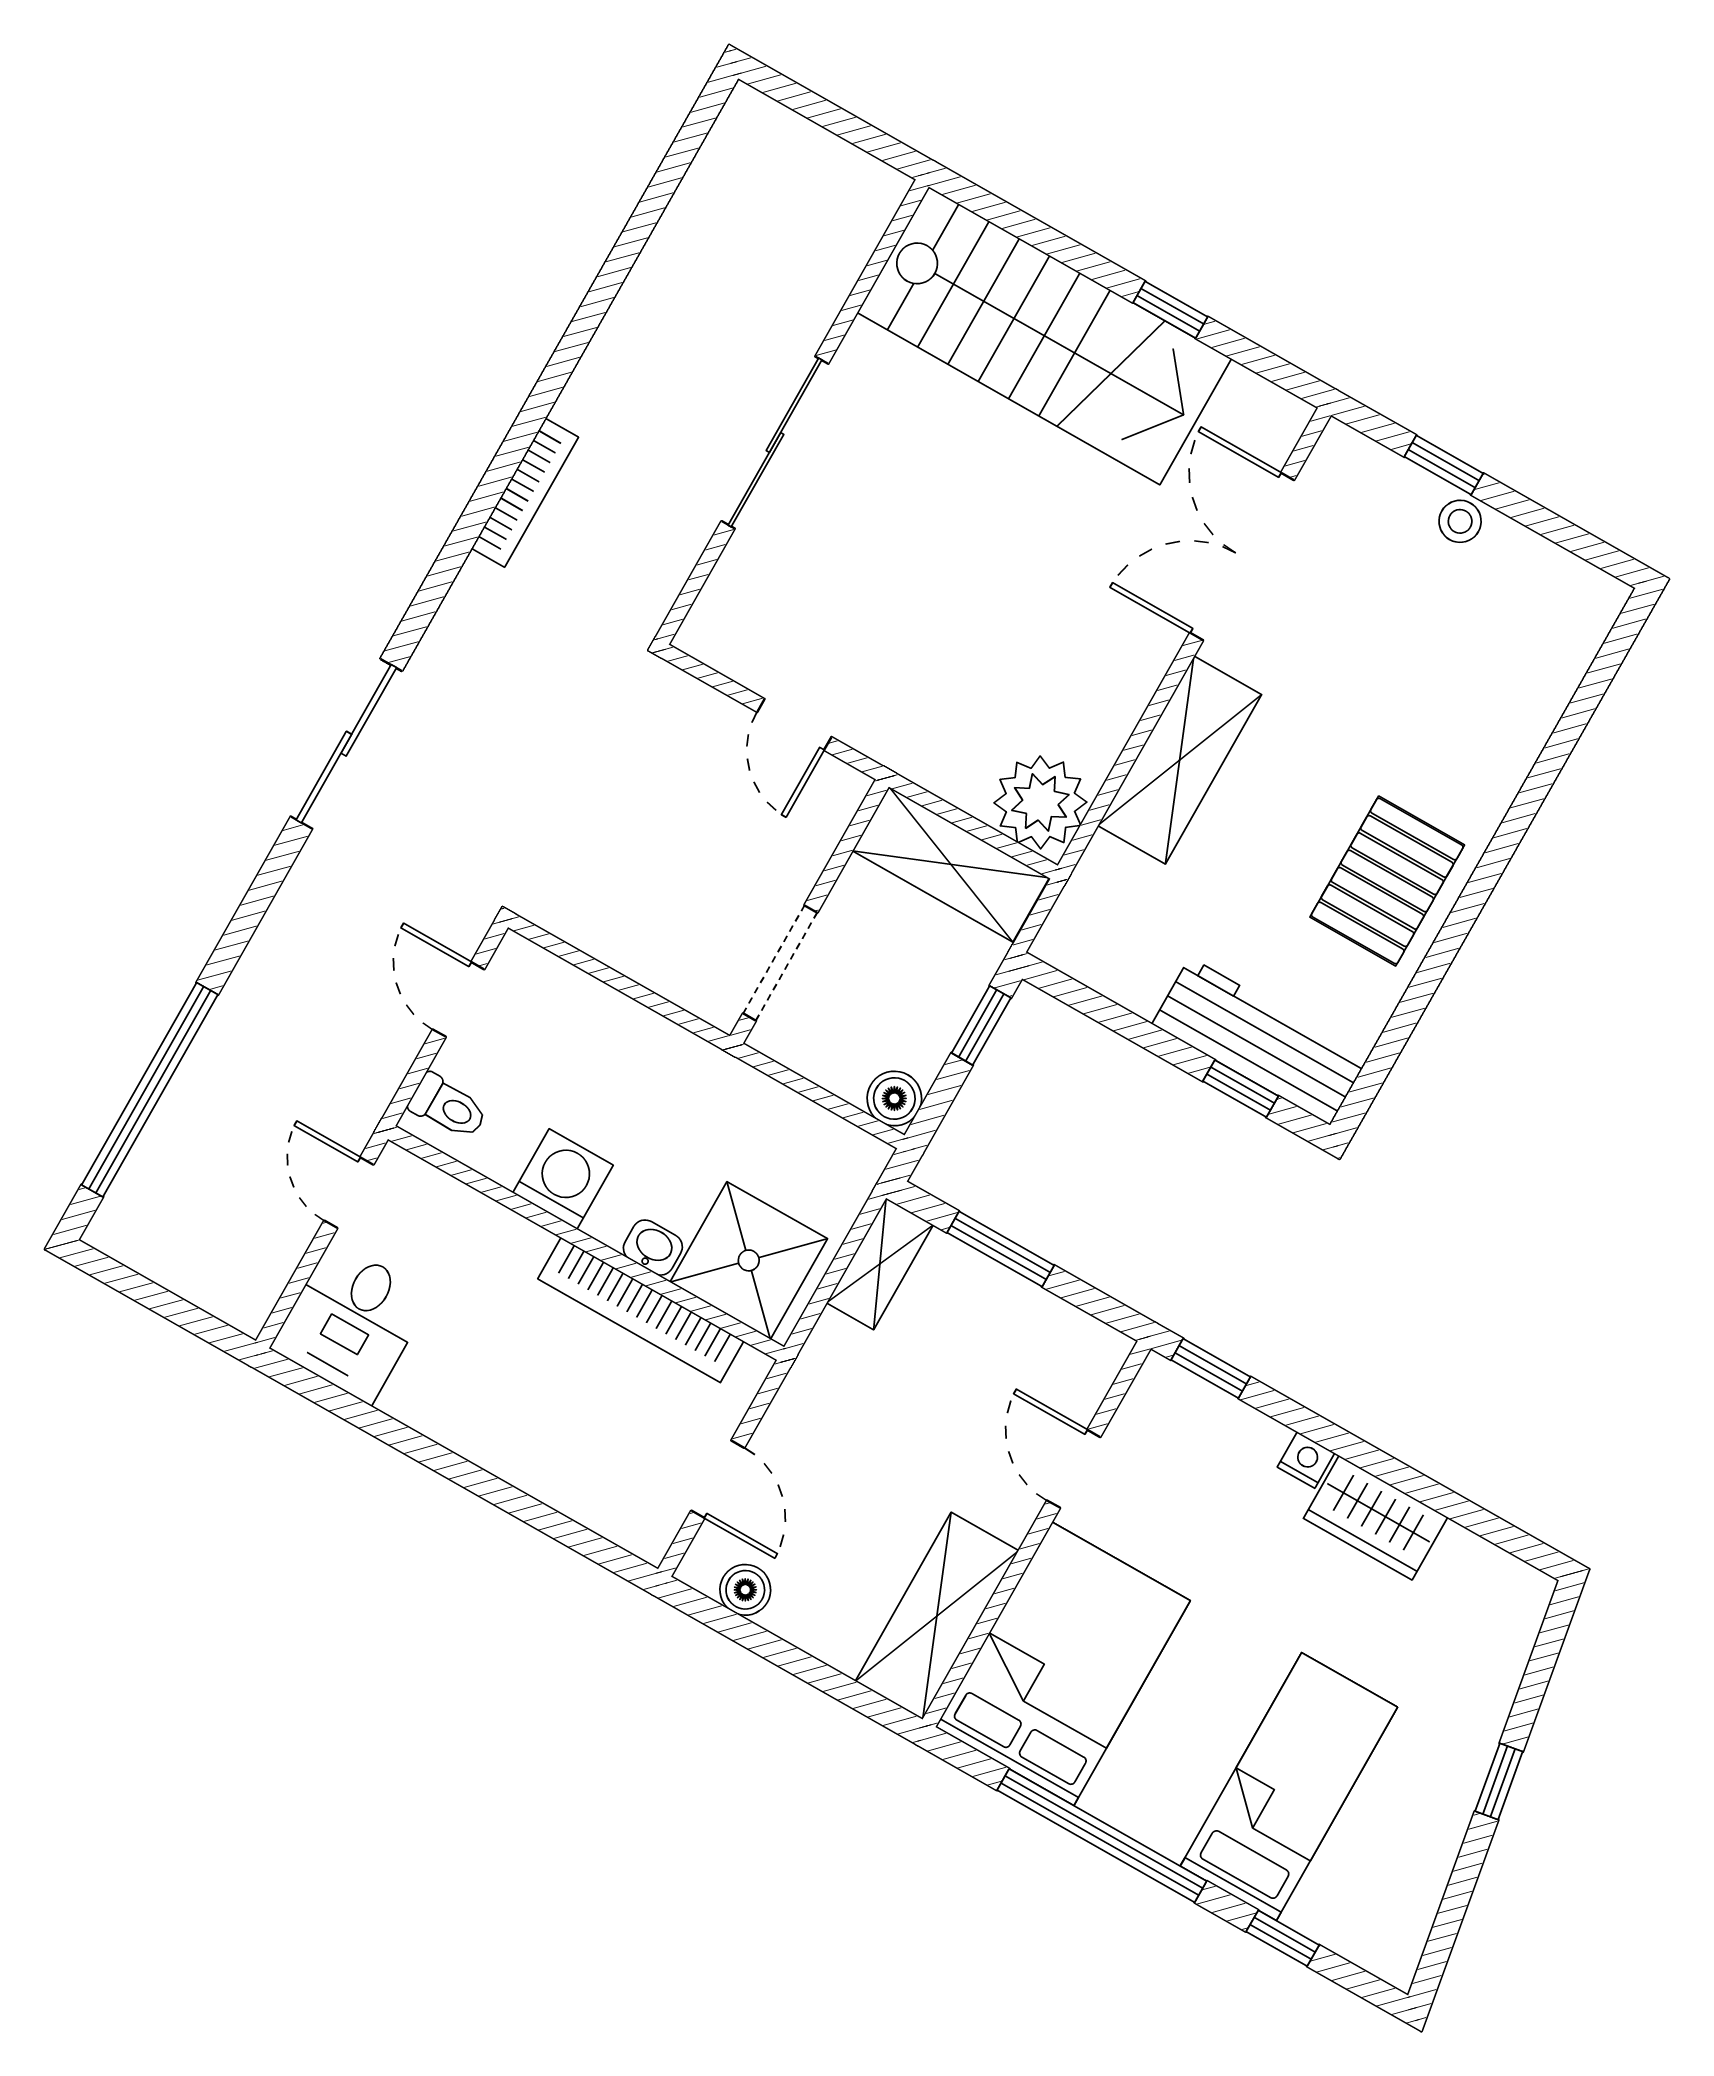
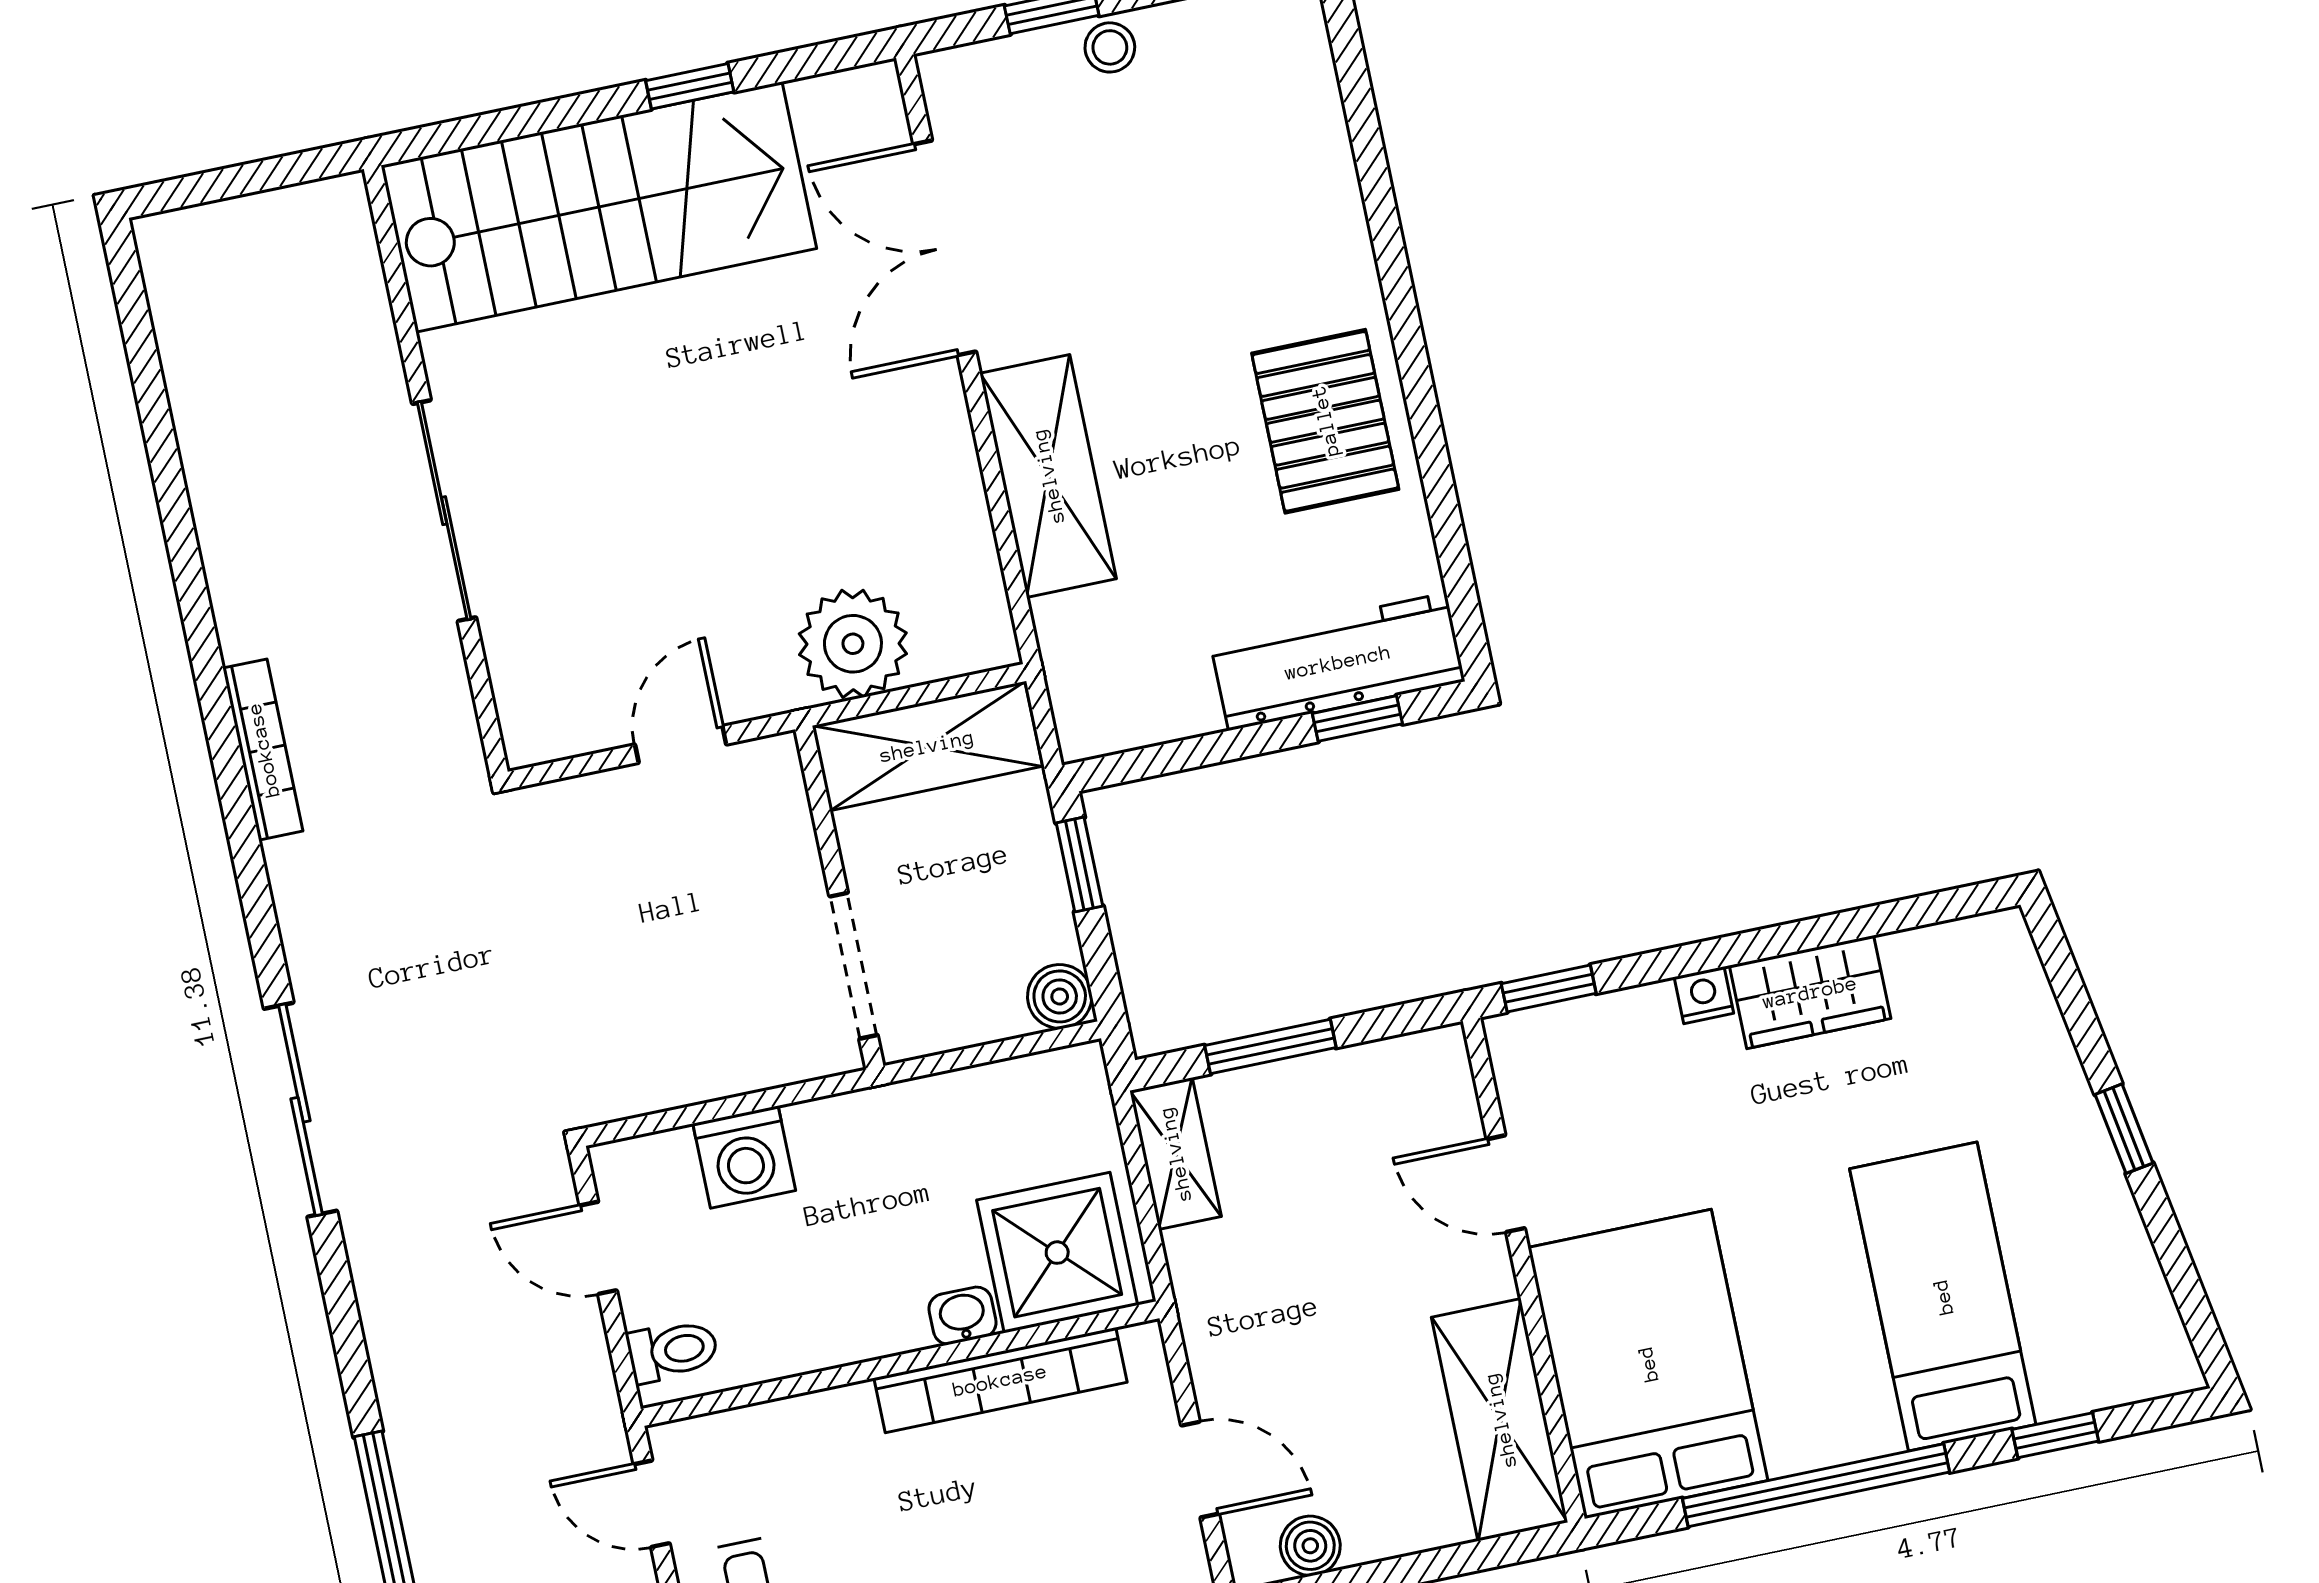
door: (794, 725) -> (681, 744), swing flipped
plant: (1040, 802) -> (853, 644), moved
washing machine: (563, 1179) -> (744, 1157), moved, turned 180

